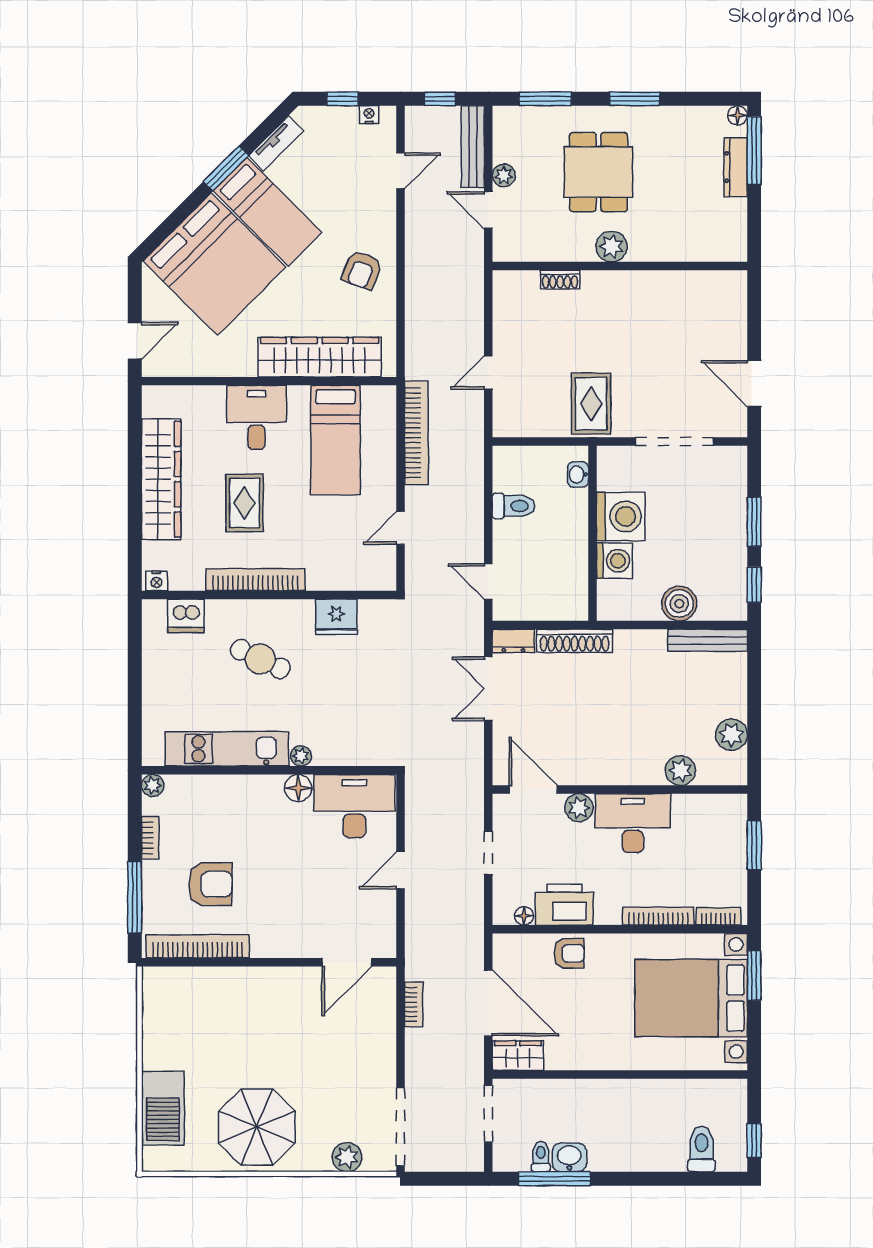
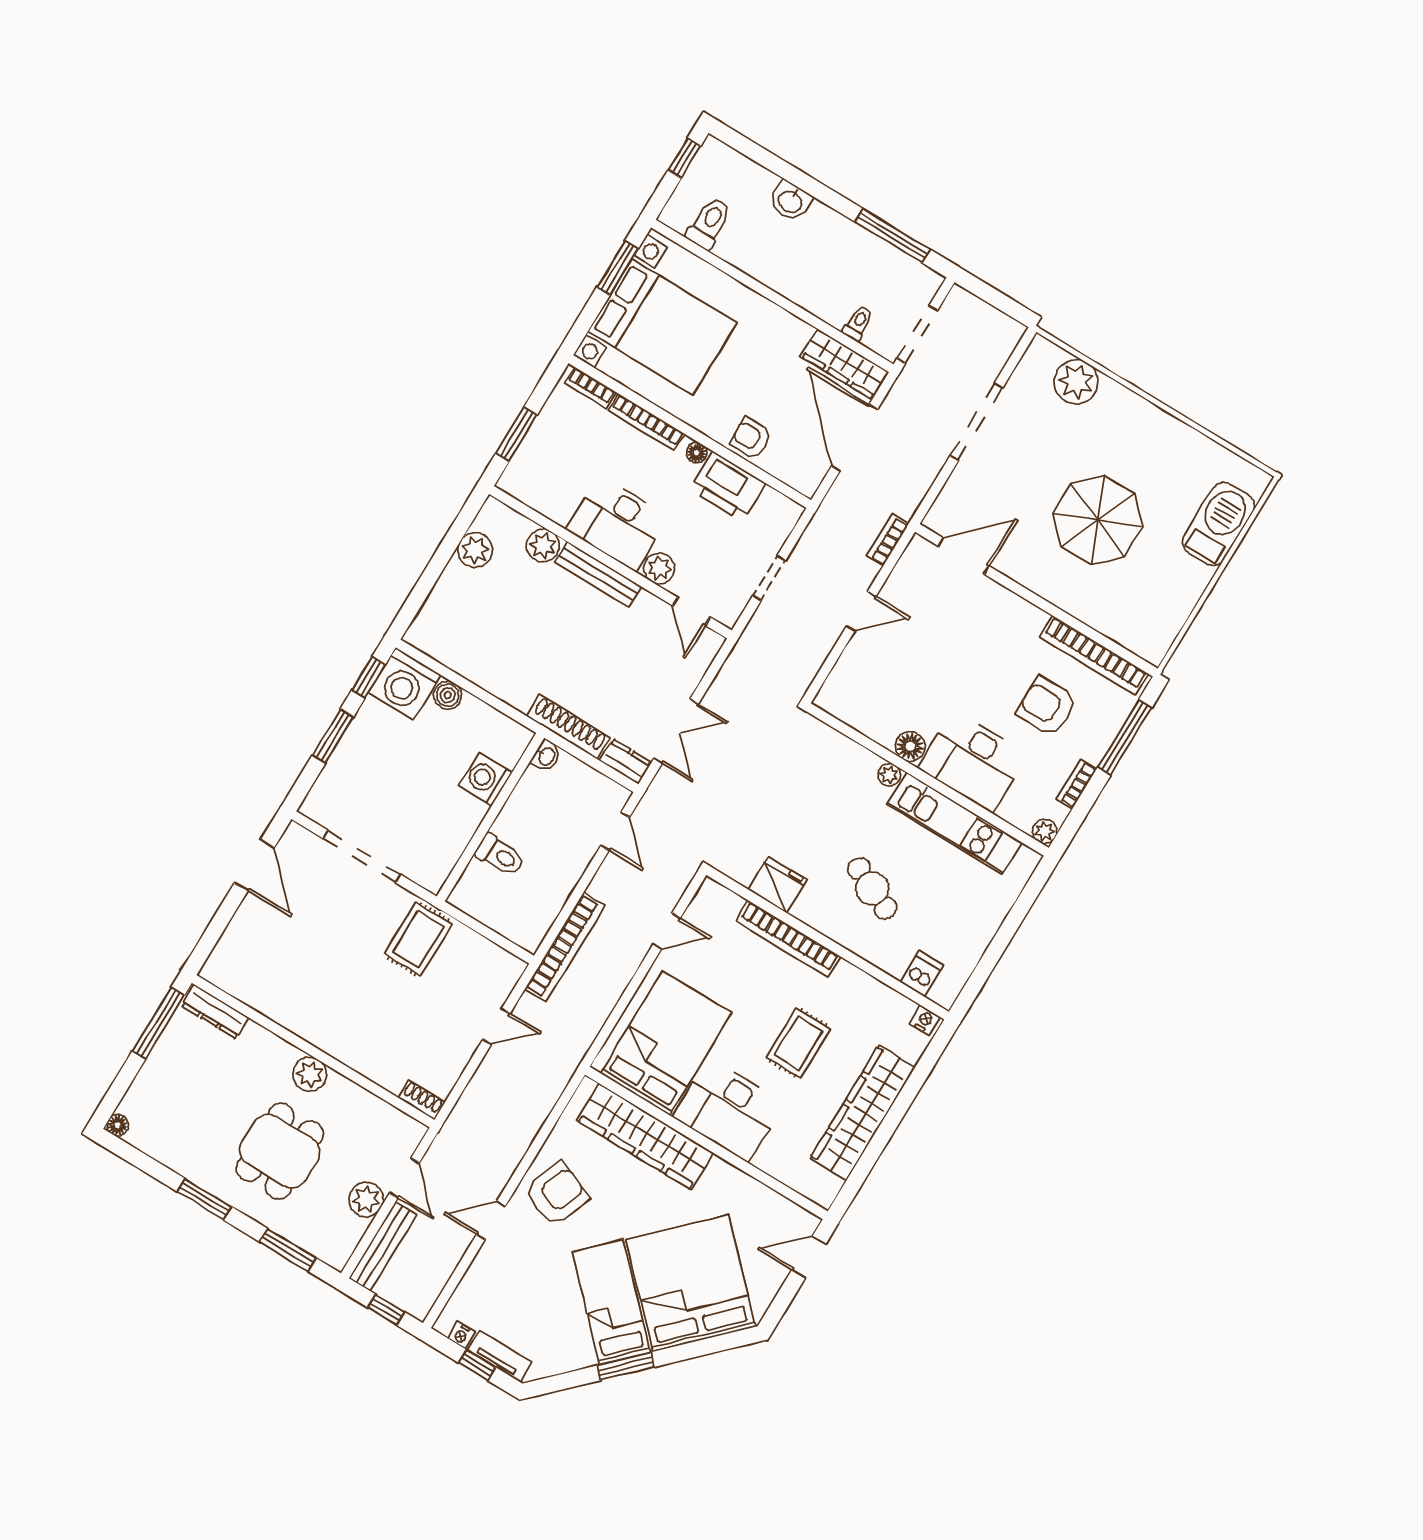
tv unit: (276, 143) -> (500, 1356), moved, turned 45
window: (754, 151) -> (158, 1023), moved
dresser: (736, 167) -> (215, 1012), moved, turned 90
door: (401, 171) -> (491, 1220), moved
plant: (504, 175) -> (366, 1199), width x1.38, depth x1.38
armchair: (362, 270) -> (556, 1194), width x1.38, depth x1.38
shoe rack: (560, 280) -> (422, 1100), moved
desk: (257, 417) -> (728, 1110), width x1.37
bookcase: (416, 433) -> (565, 947), moved, turned 180
bed: (335, 440) -> (666, 1043), width x1.50
washbasin: (578, 474) -> (546, 756), moved
toilet: (514, 506) -> (500, 855), moved, turned 180
washing machine: (621, 516) -> (405, 684), moved, turned -90
bookcase: (256, 580) -> (788, 939), moved
boiler: (679, 604) -> (448, 695), width x0.73, depth x0.73
dishwasher: (186, 616) -> (922, 974), width x0.73
bench: (708, 640) -> (598, 574), moved
door: (533, 790) -> (691, 611), width x0.73
desk: (354, 806) -> (973, 761), moved
floor lamp: (524, 916) -> (697, 453), moved
window: (754, 976) -> (618, 268), moved
bookcase: (414, 1004) -> (888, 540), moved
wardrobe: (518, 1056) -> (845, 364), width x1.50
parasol: (257, 1127) -> (1098, 520), moved
doorway: (401, 1127) -> (976, 422), moved
toilet: (701, 1149) -> (709, 223), moved, turned 180
plant: (347, 1157) -> (1076, 382), width x1.36, depth x1.36
toilet: (541, 1157) -> (858, 323), moved, turned 180
washbasin: (569, 1157) -> (791, 201), moved

